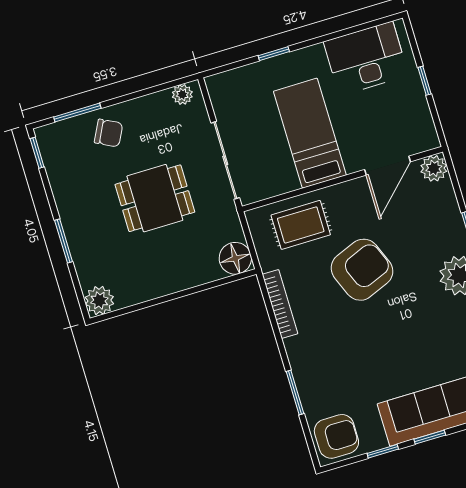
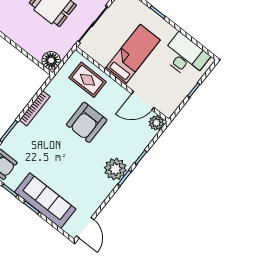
armchair: (362, 270) -> (87, 122), turned 112
bookcase: (280, 304) -> (35, 108), moved

